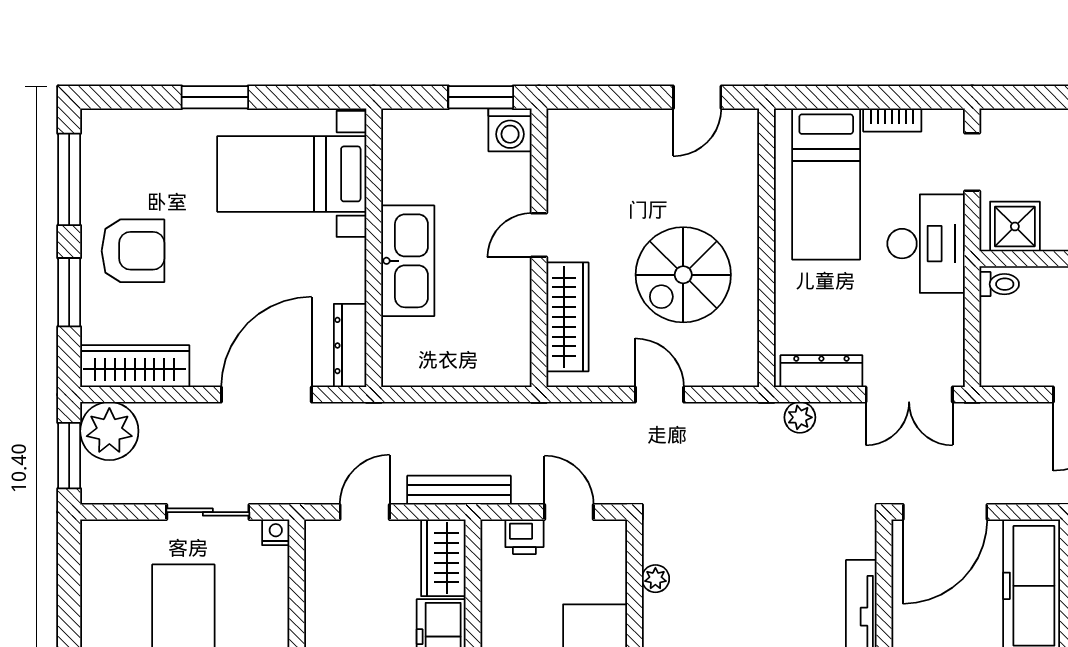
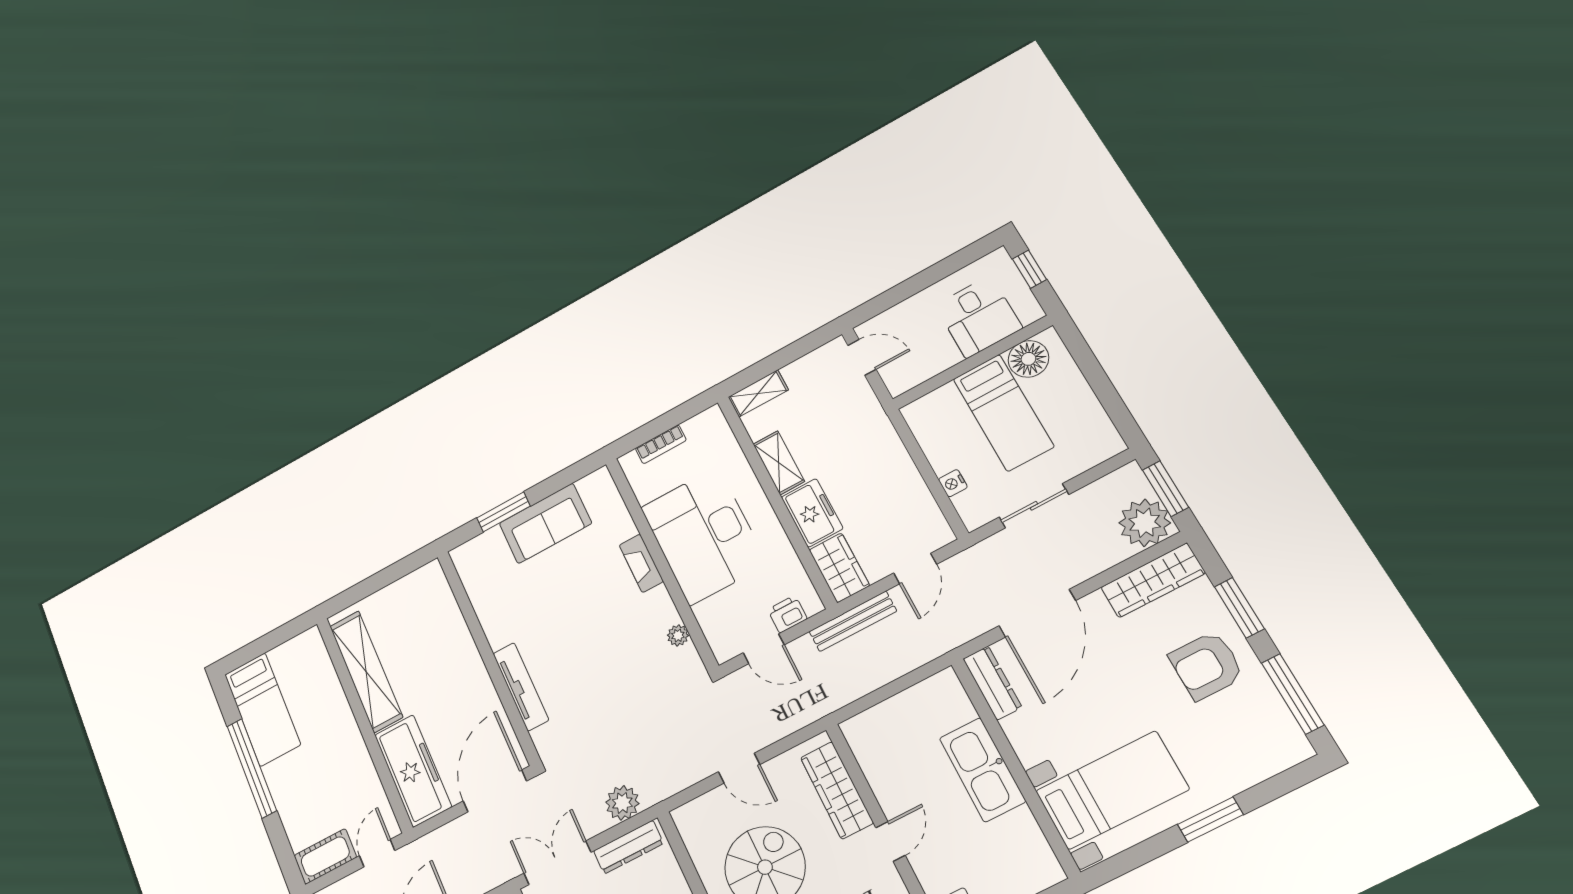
plant: (800, 417) -> (622, 803), width x1.38, depth x1.38
nightstand: (276, 532) -> (953, 483), moved, turned 90

